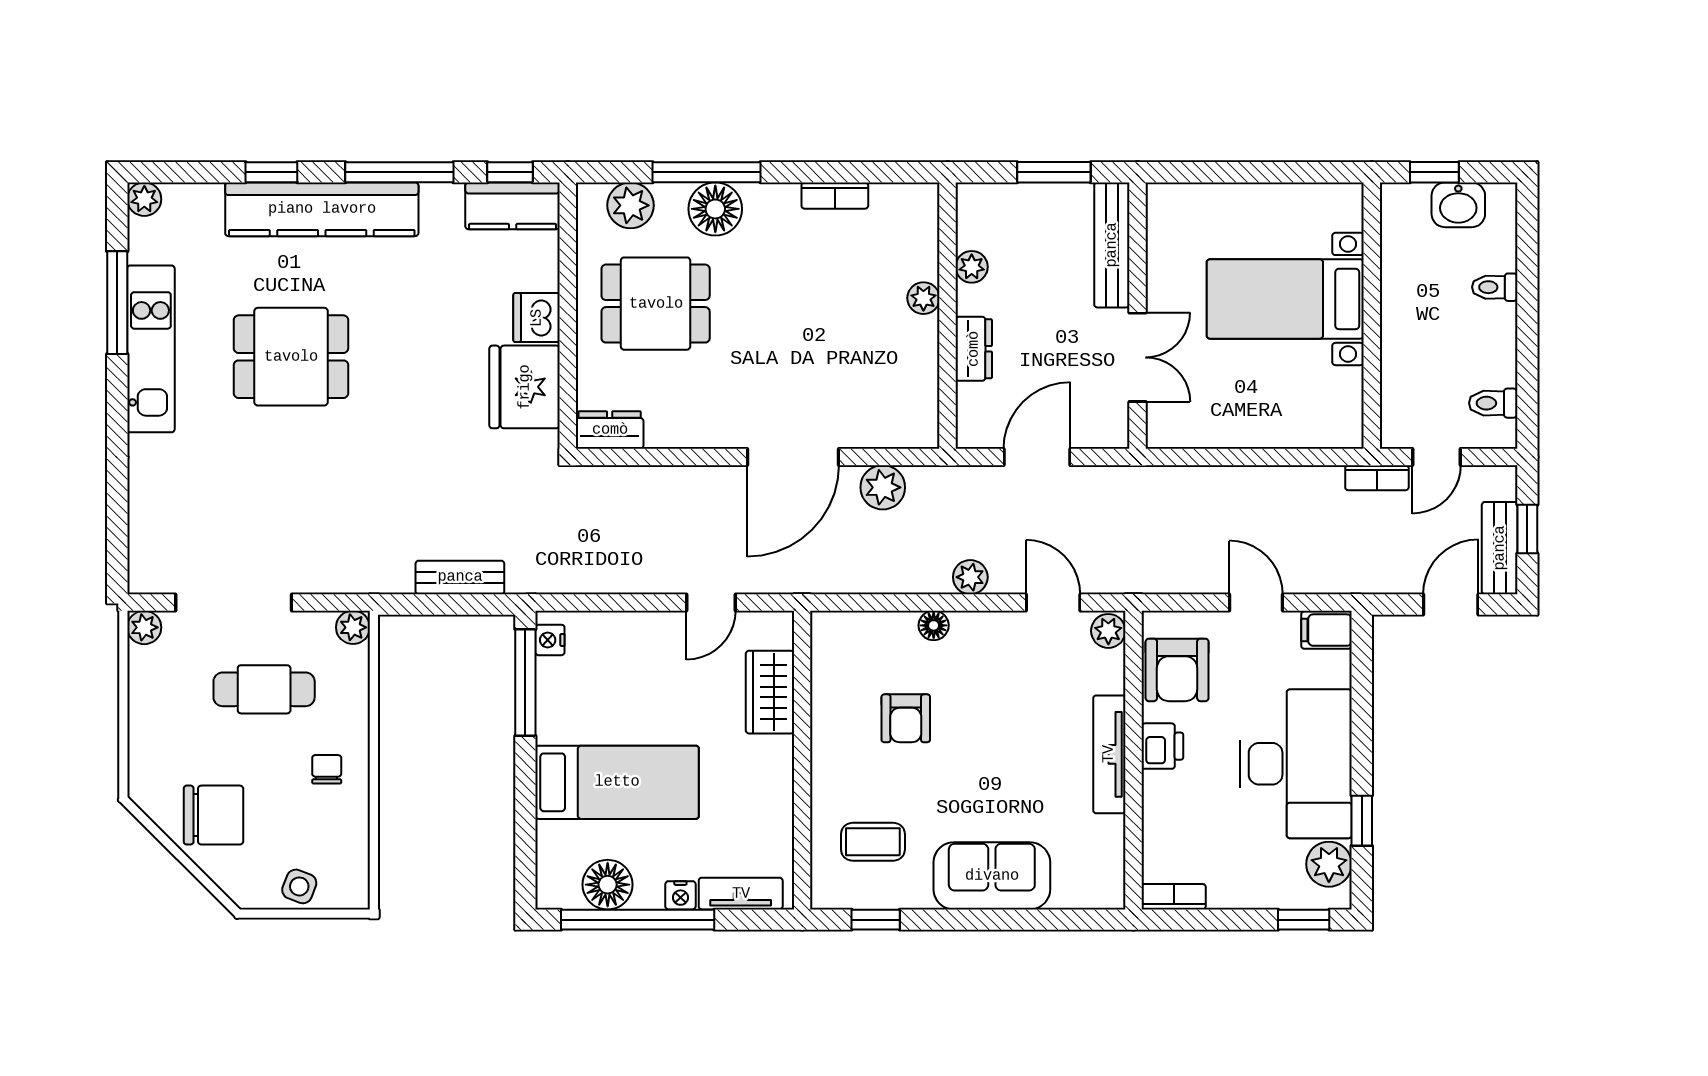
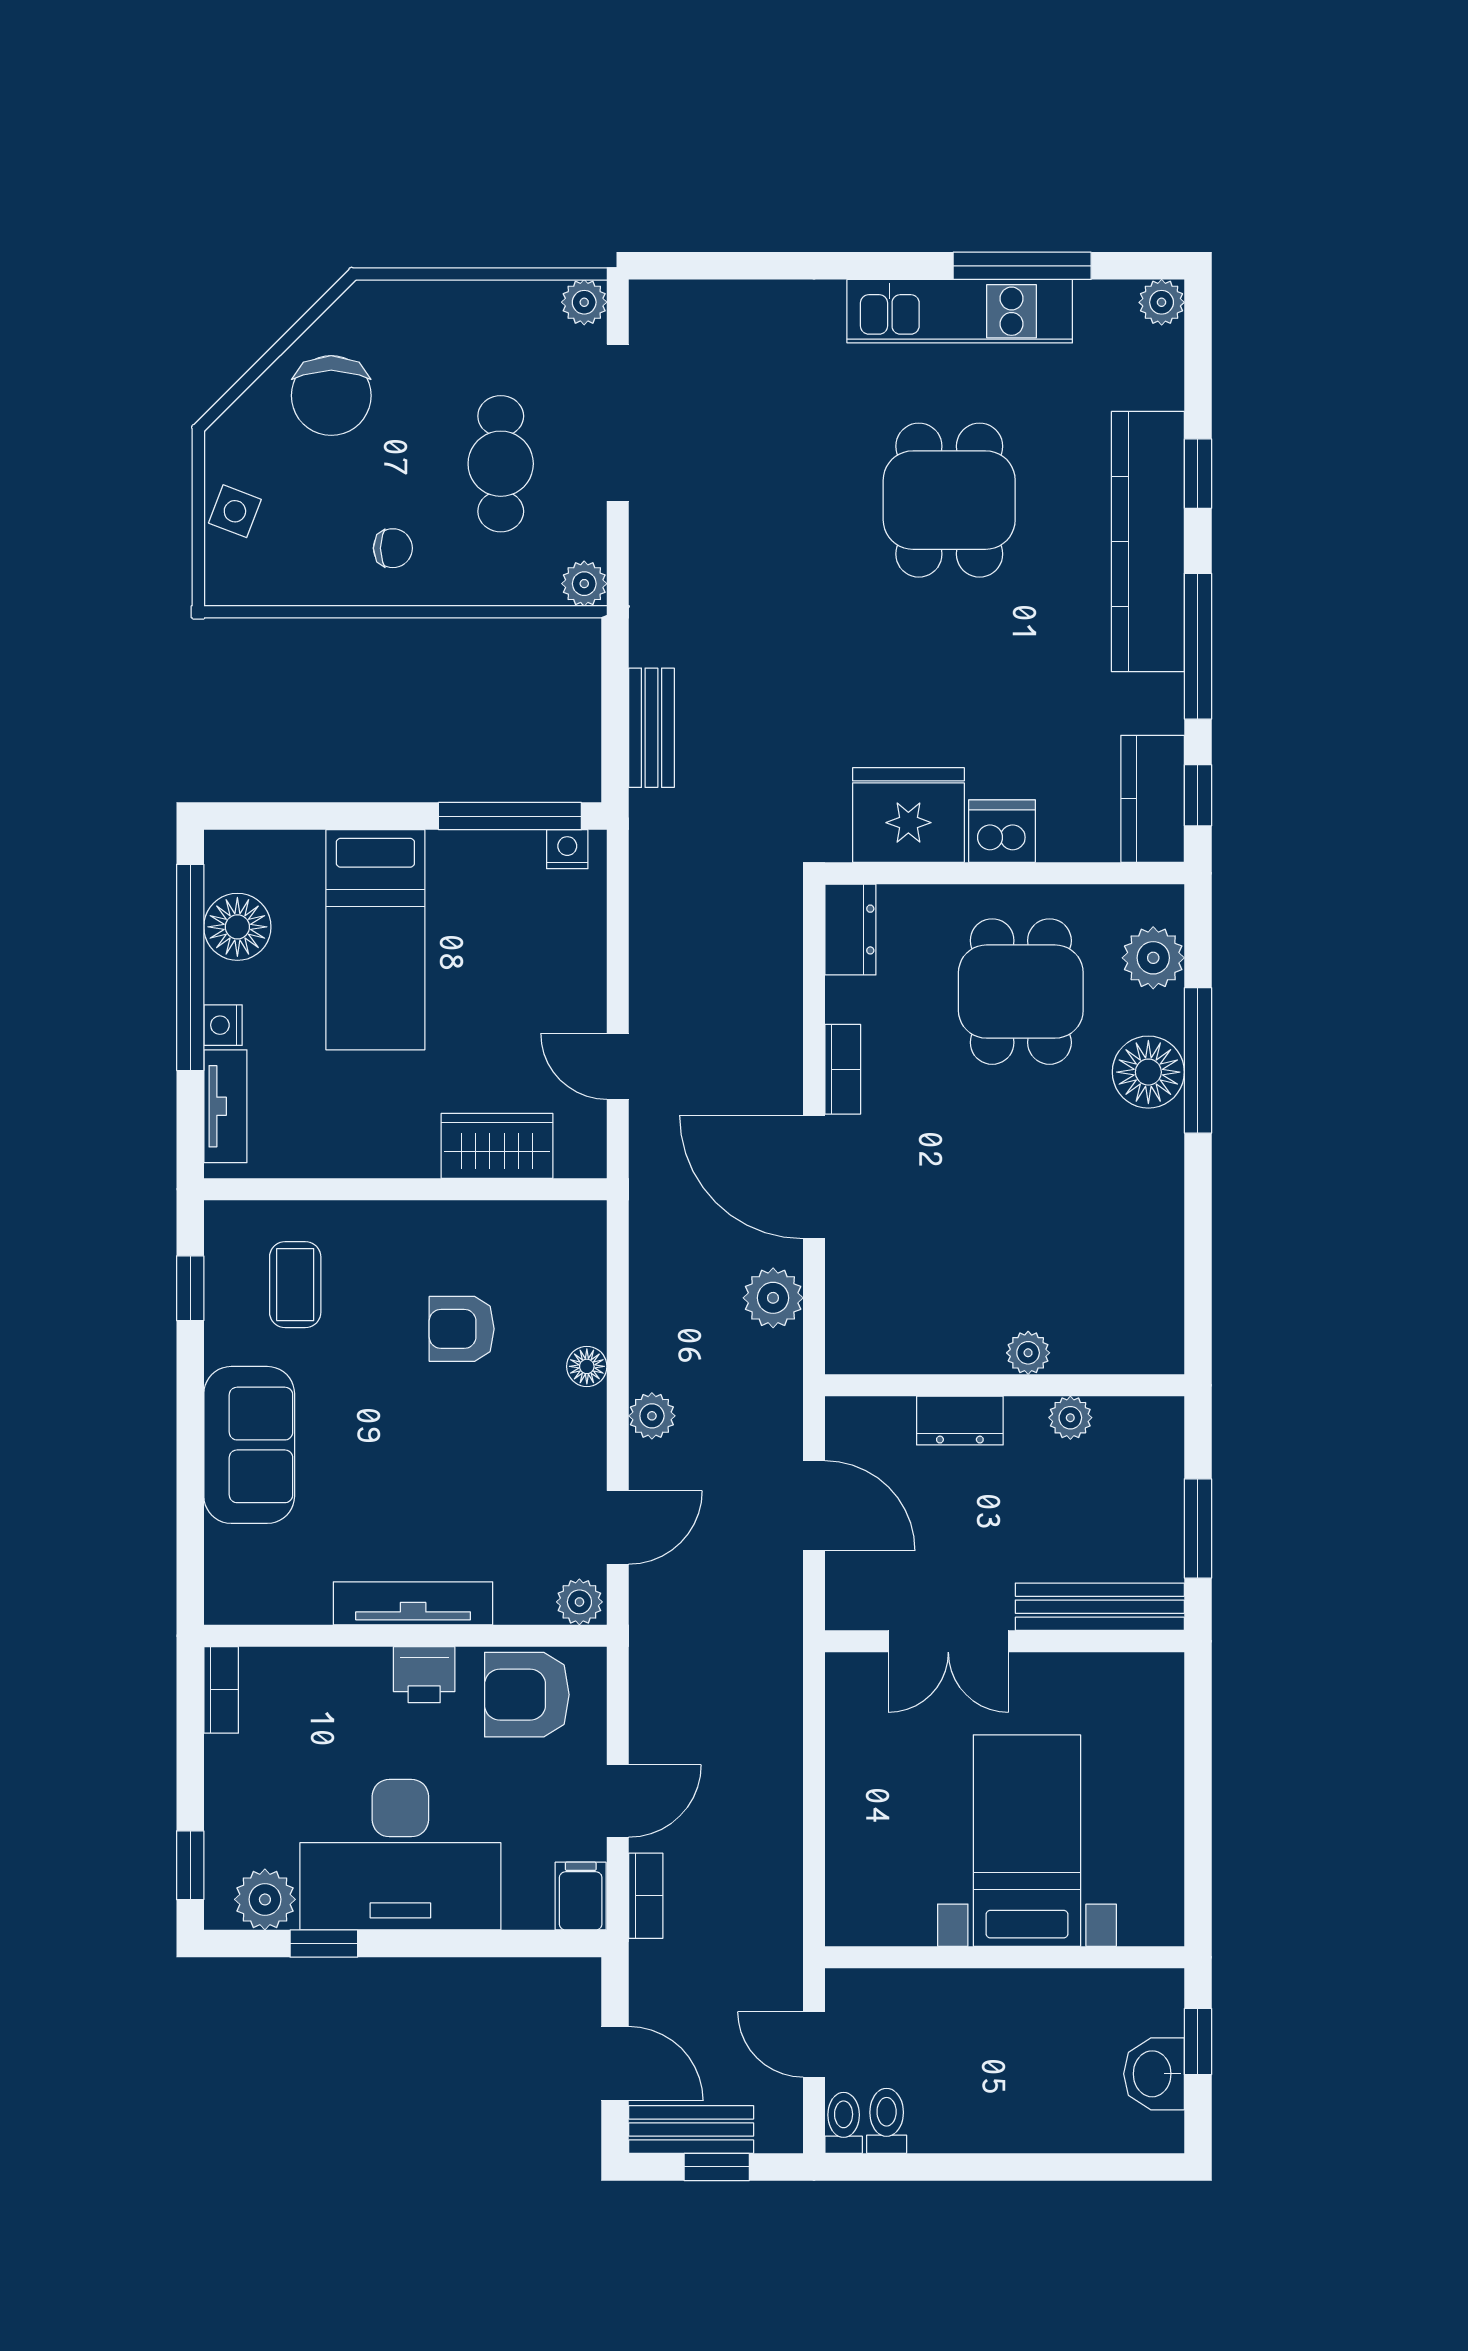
bookcase: (835, 196) -> (843, 1069), moved, turned 180
toilet: (1495, 287) -> (844, 2123), moved
bookcase: (1377, 478) -> (646, 1896), moved, turned 180

